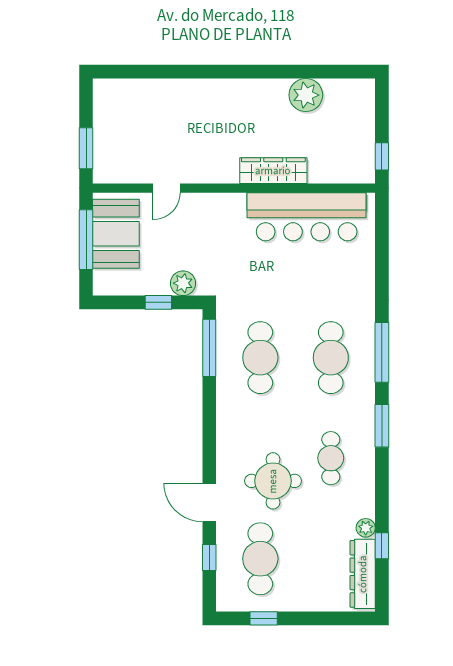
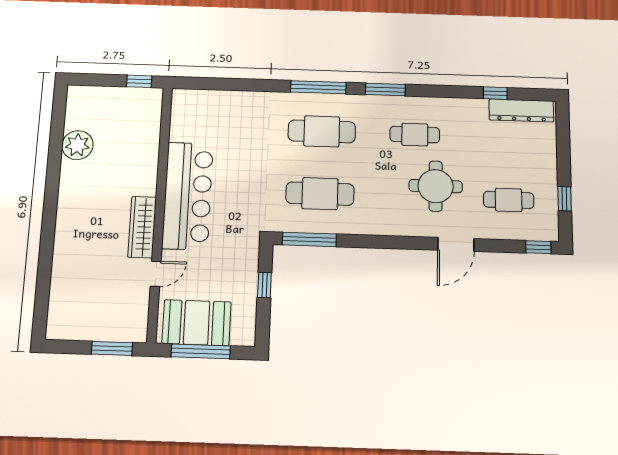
wardrobe: (273, 171) -> (142, 227), moved
door: (166, 188) -> (156, 274), hinge flipped
bar counter: (307, 217) -> (188, 196), moved
plant: (183, 283) -> (247, 262), removed
plant: (366, 528) -> (479, 106), removed
window: (209, 557) -> (538, 247), moved
cafe table: (260, 559) -> (509, 200), width x0.73, depth x0.74

